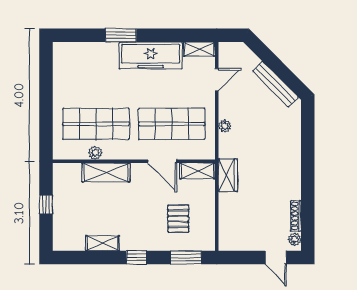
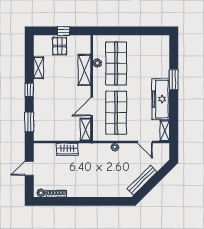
wardrobe: (228, 175) -> (67, 149), moved
pallet: (178, 219) -> (60, 46), moved, turned 90
door: (276, 257) -> (29, 168), moved

